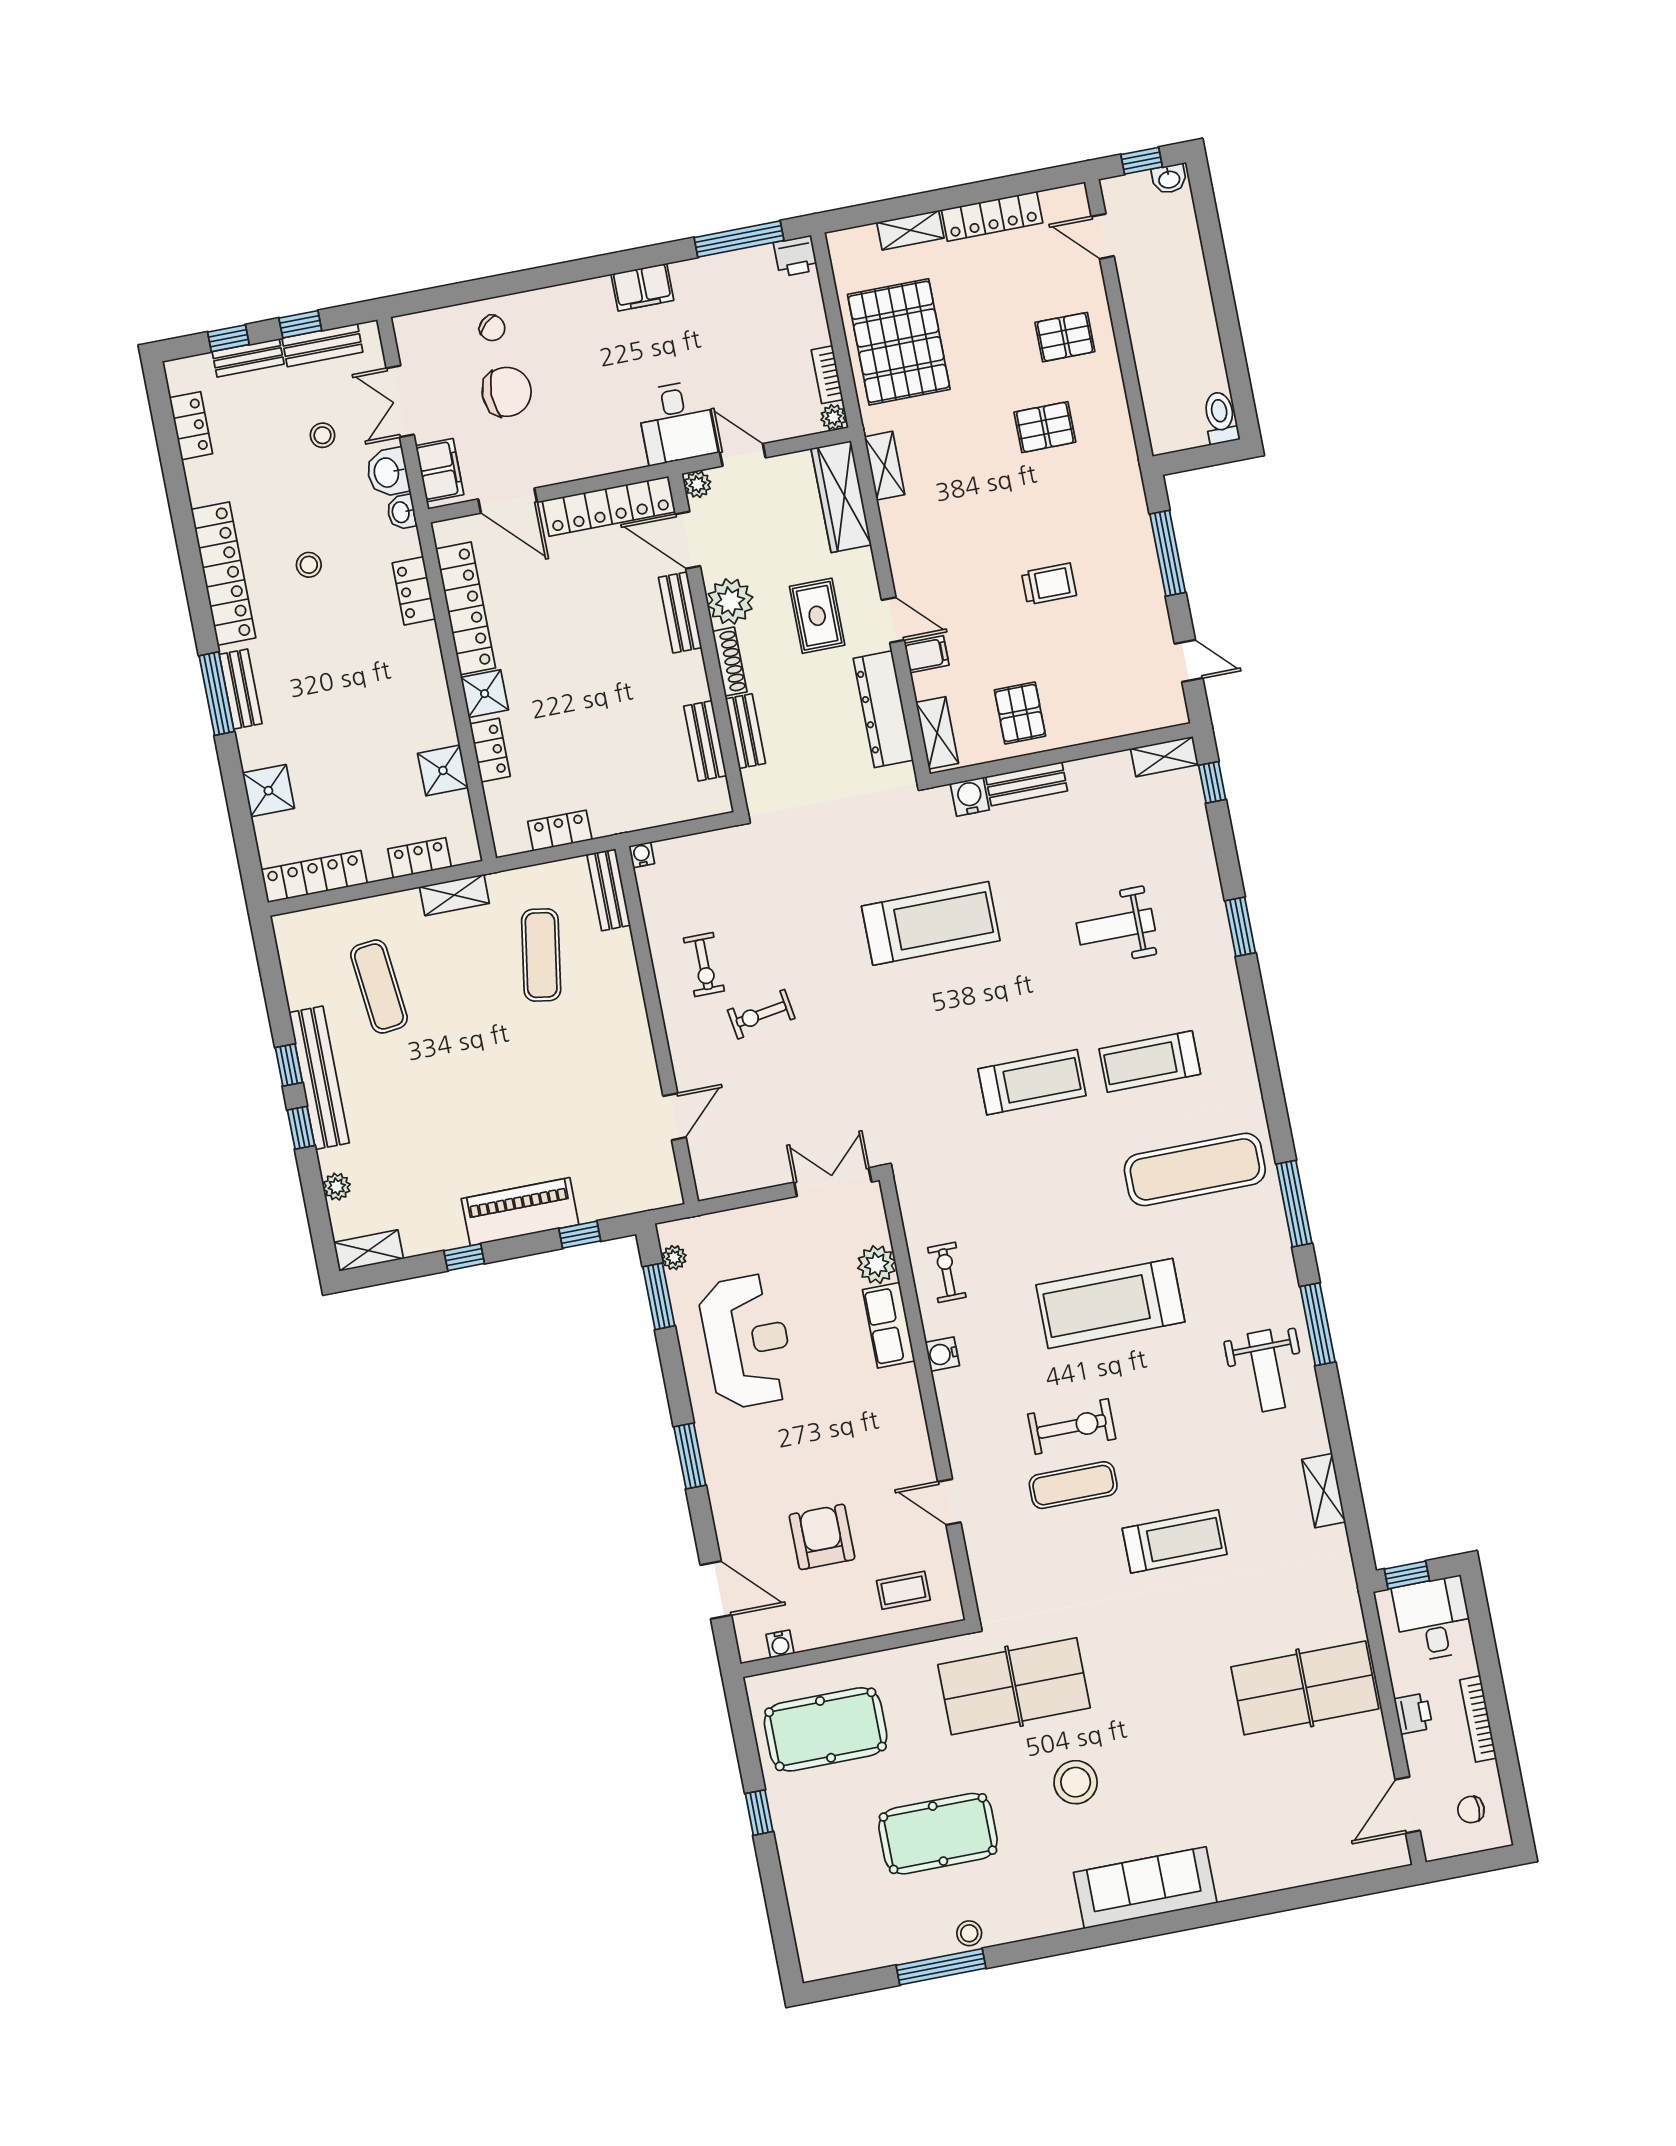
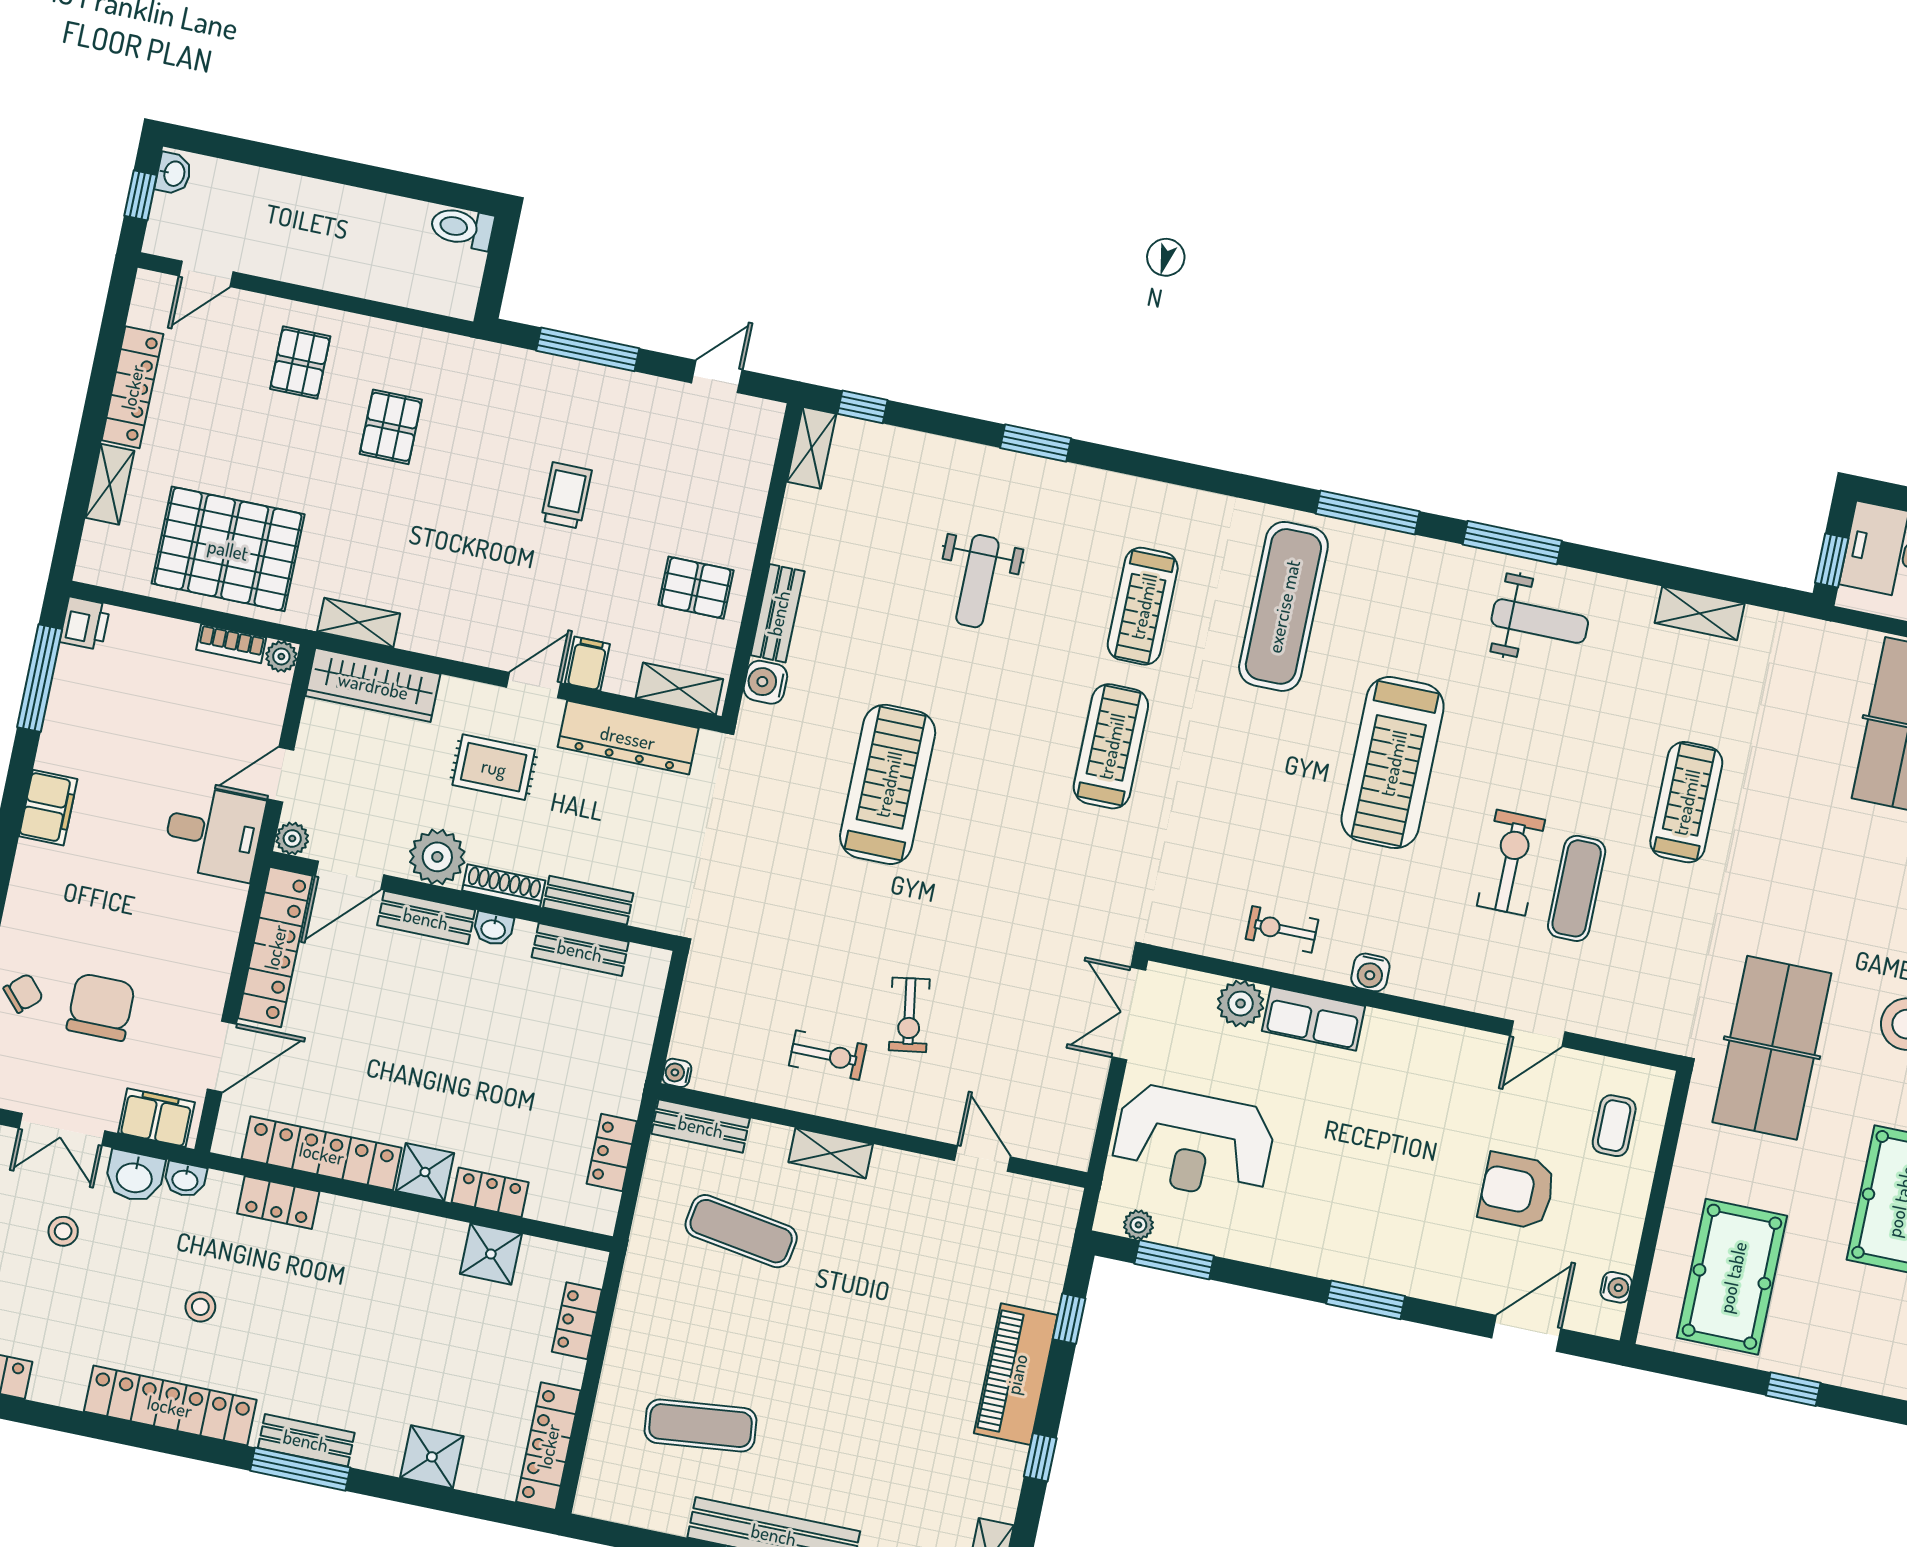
washbasin: (693, 668) -> (493, 929), added
shelving: (454, 895) -> (831, 1153), moved, turned 90
reception desk: (747, 1341) -> (1193, 1143), moved, turned 180

